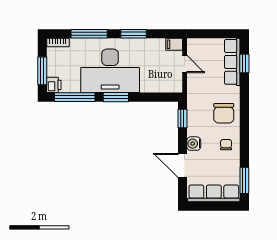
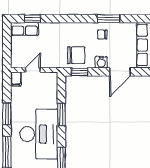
row of seats: (232, 62) -> (25, 29), width x0.68
window: (116, 97) -> (61, 115), moved
chair: (224, 113) -> (76, 55), moved
window: (244, 180) -> (109, 19), moved

